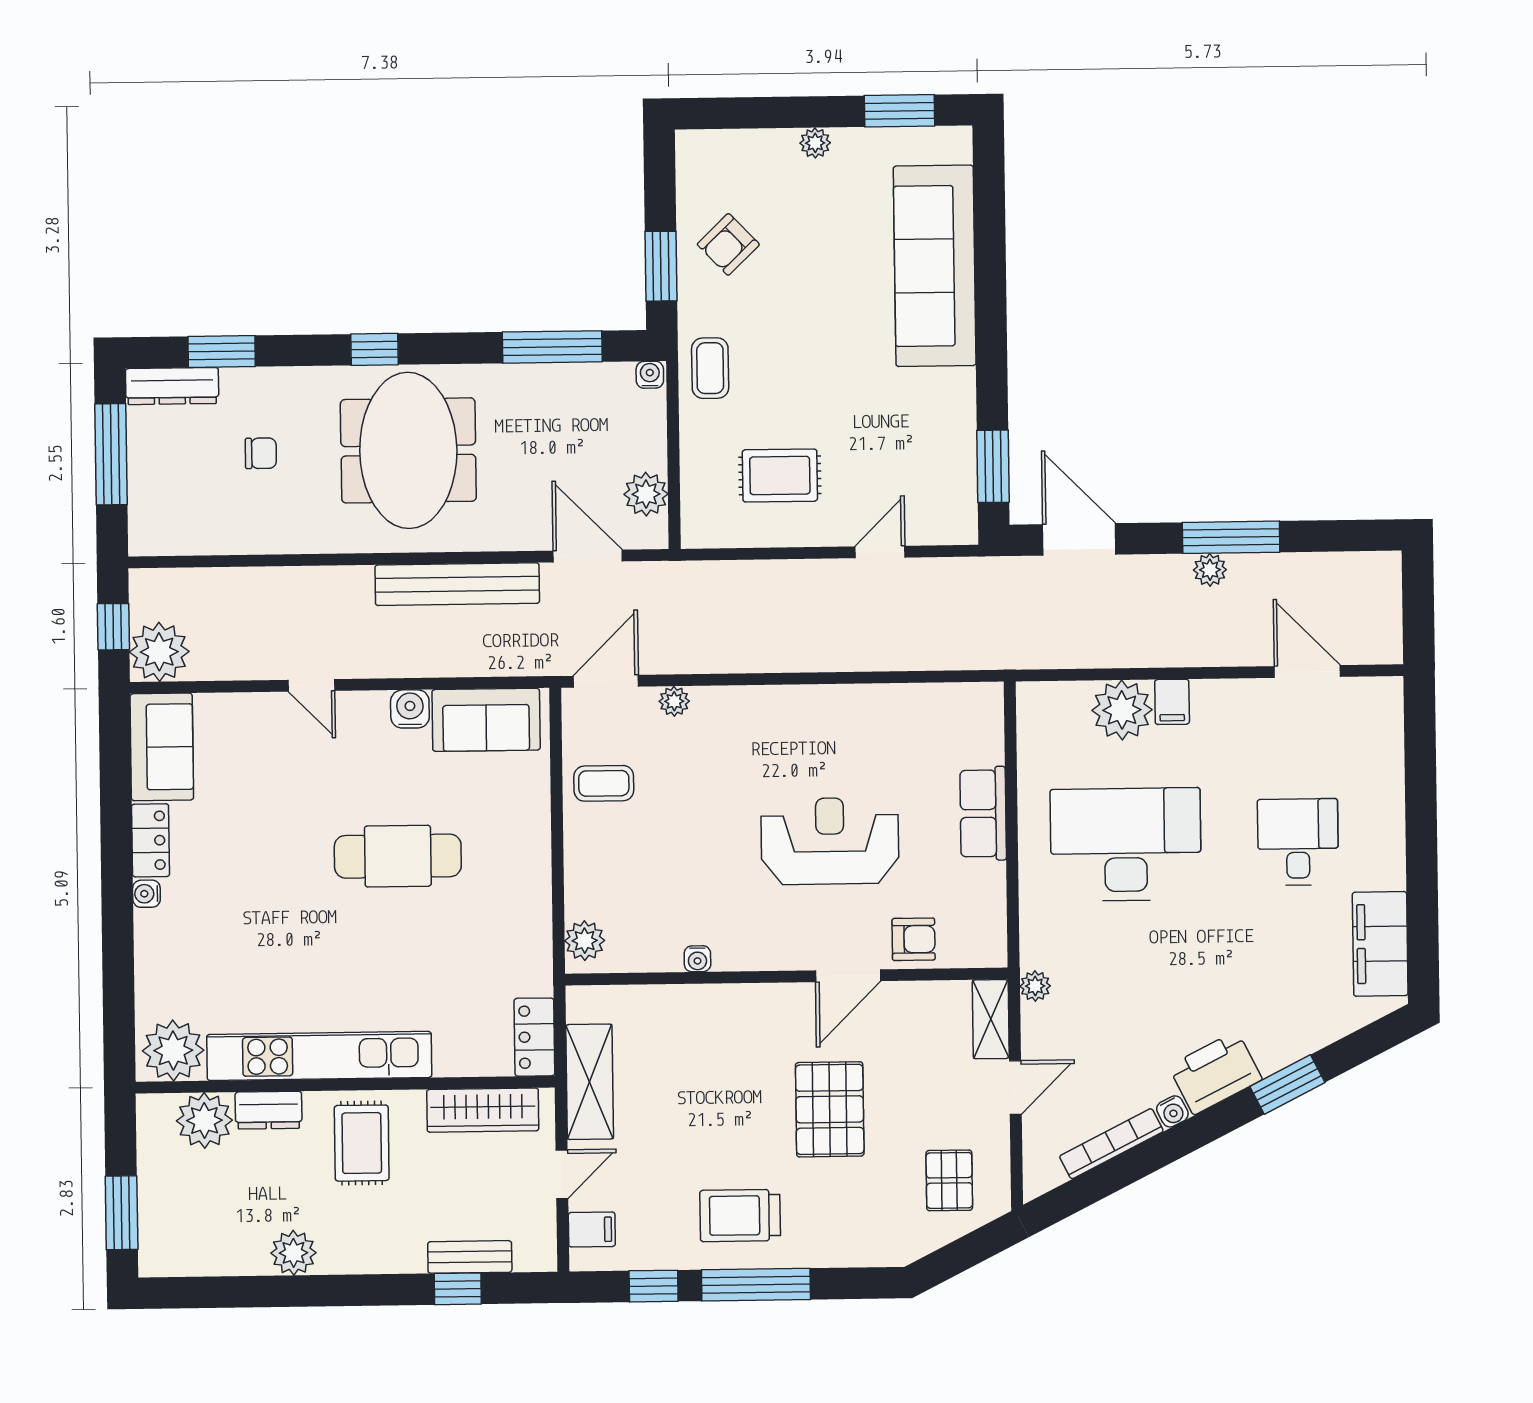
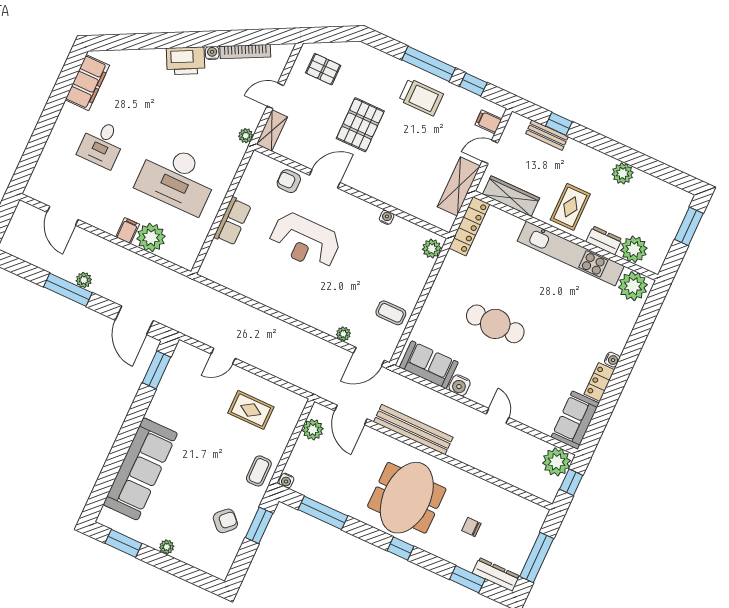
locker: (534, 1037) -> (469, 226), width x1.53
window: (1287, 1085) -> (157, 41), removed
pallet: (949, 1180) -> (323, 69), turned 90

